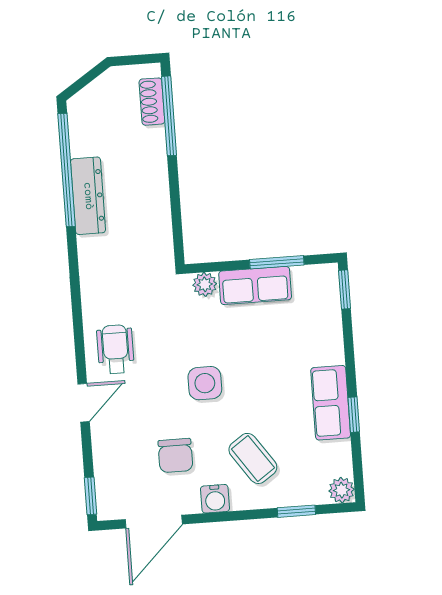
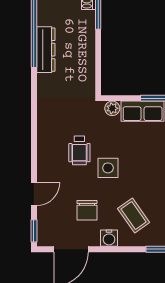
wheelchair: (115, 349) -> (79, 150), moved, turned 180
door: (84, 403) -> (34, 194), moved

